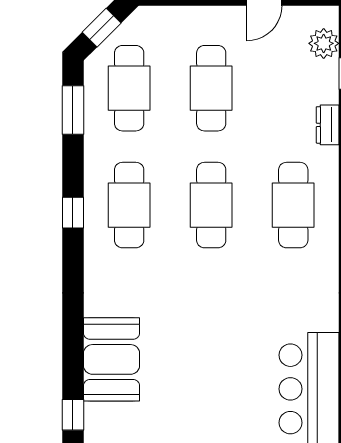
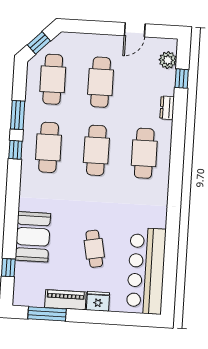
window: (73, 110) -> (18, 115), moved
cafe table: (218, 373) -> (94, 249), added

